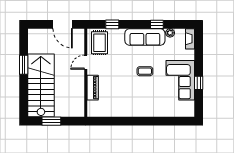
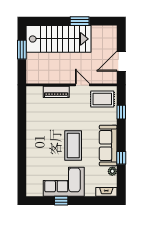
coffee table: (145, 71) -> (73, 146), width x1.86, depth x1.72

